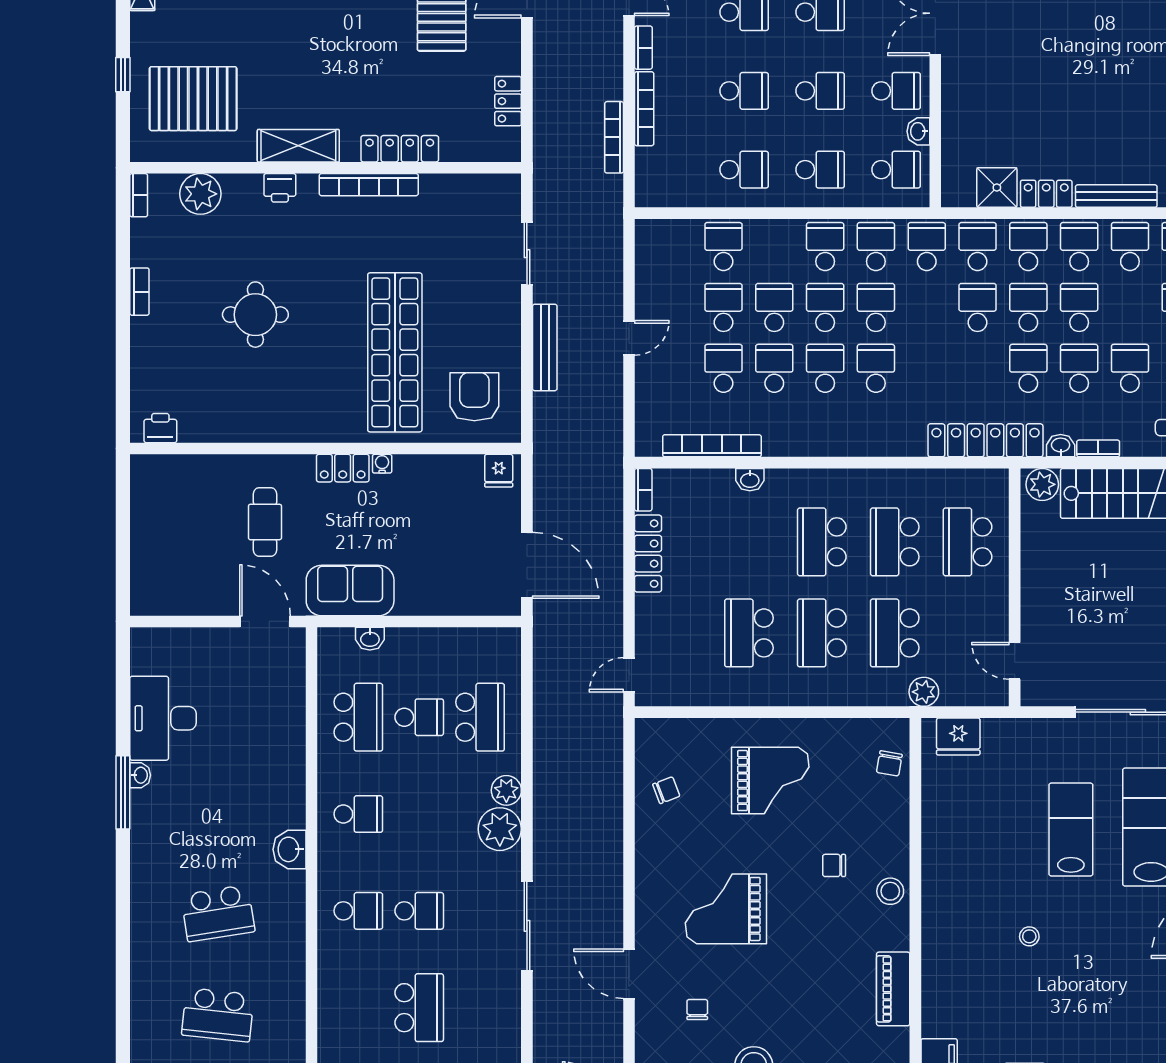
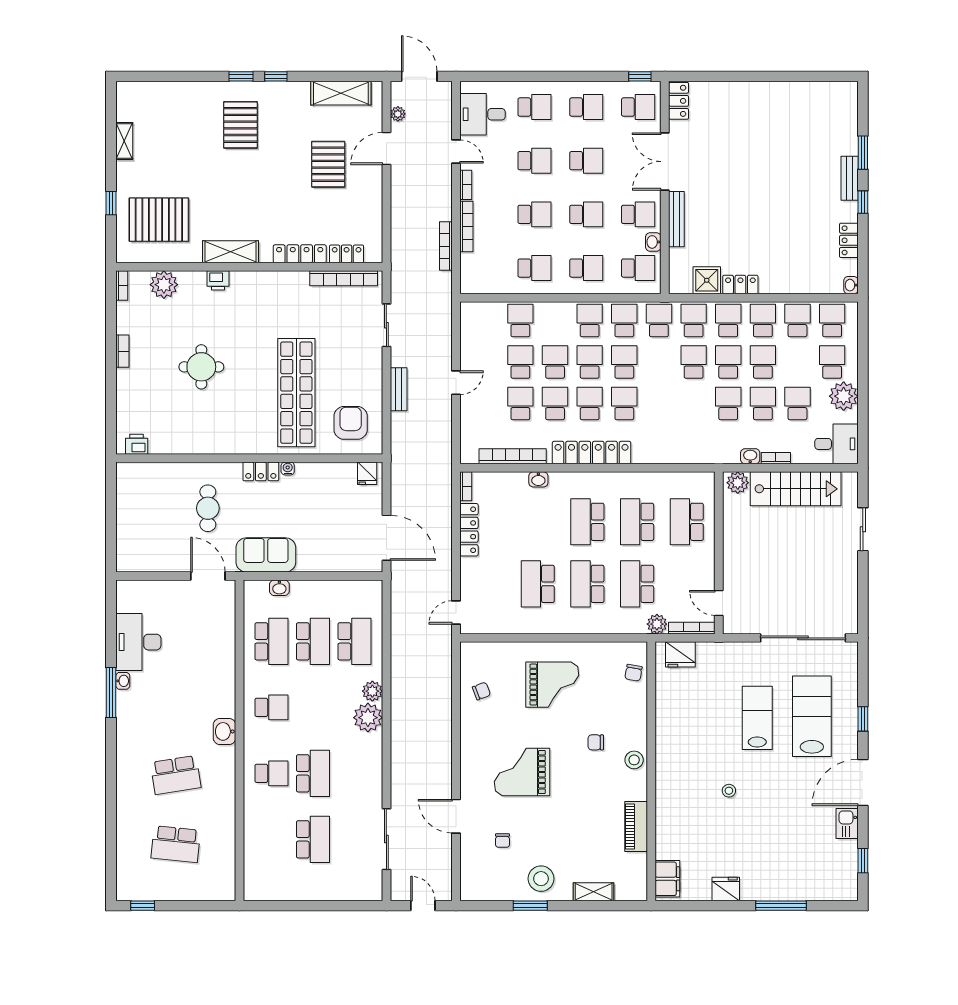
locker: (508, 101) -> (347, 254), moved, turned 90
bookcase: (369, 185) -> (344, 278), moved
bench: (1116, 196) -> (676, 219), moved, turned 90
bench: (545, 347) -> (399, 389), width x0.73
locker: (985, 440) -> (592, 453), moved
bookcase: (975, 698) -> (692, 628), added
school desk: (419, 717) -> (313, 641), width x1.85
school desk: (419, 911) -> (313, 773), width x1.85
sliding door: (527, 926) -> (386, 839), moved
chair: (697, 1009) -> (502, 841), turned 180

